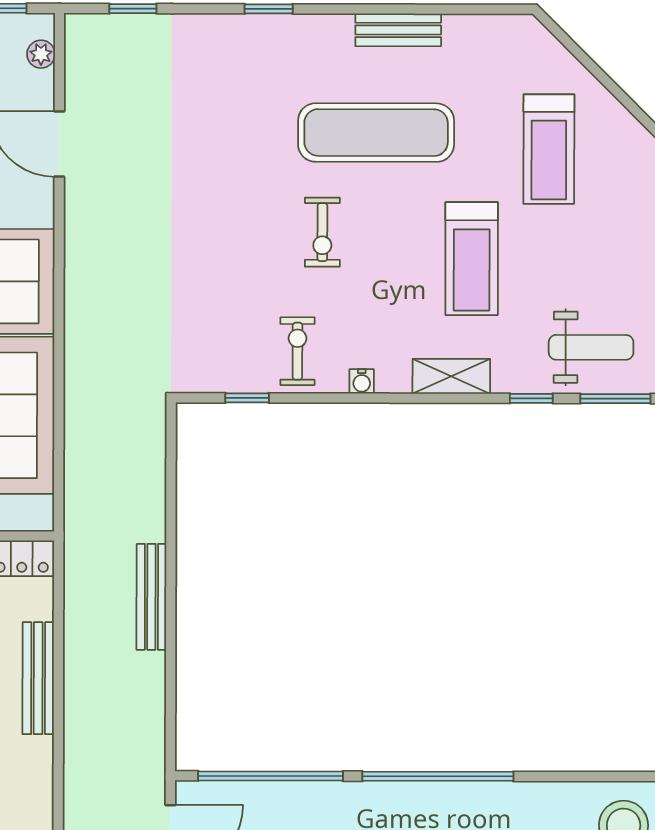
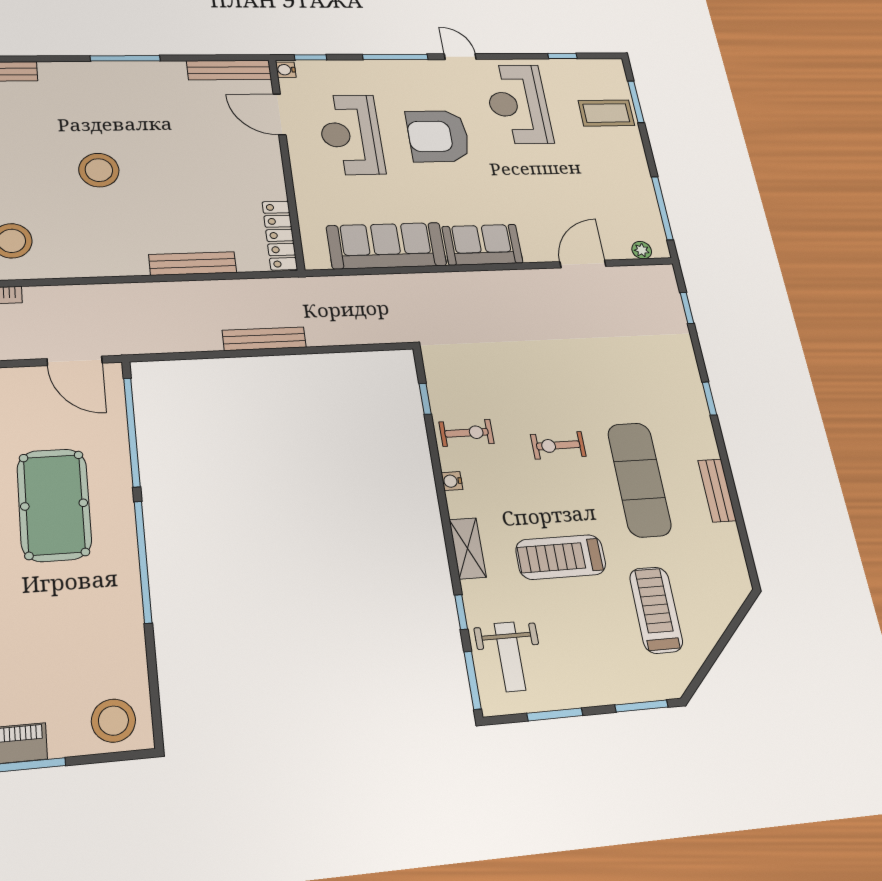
treadmill: (549, 149) -> (656, 610), turned 90

